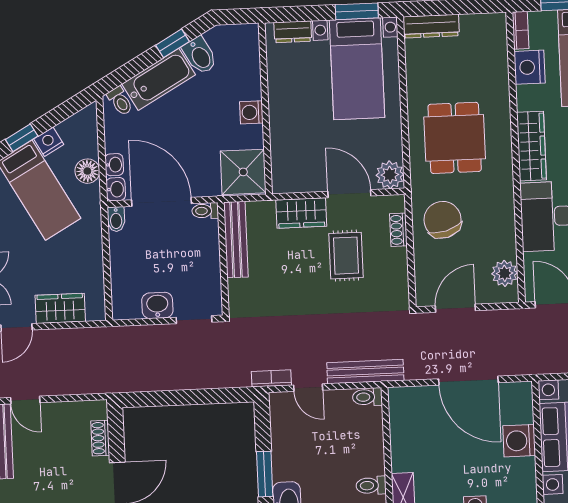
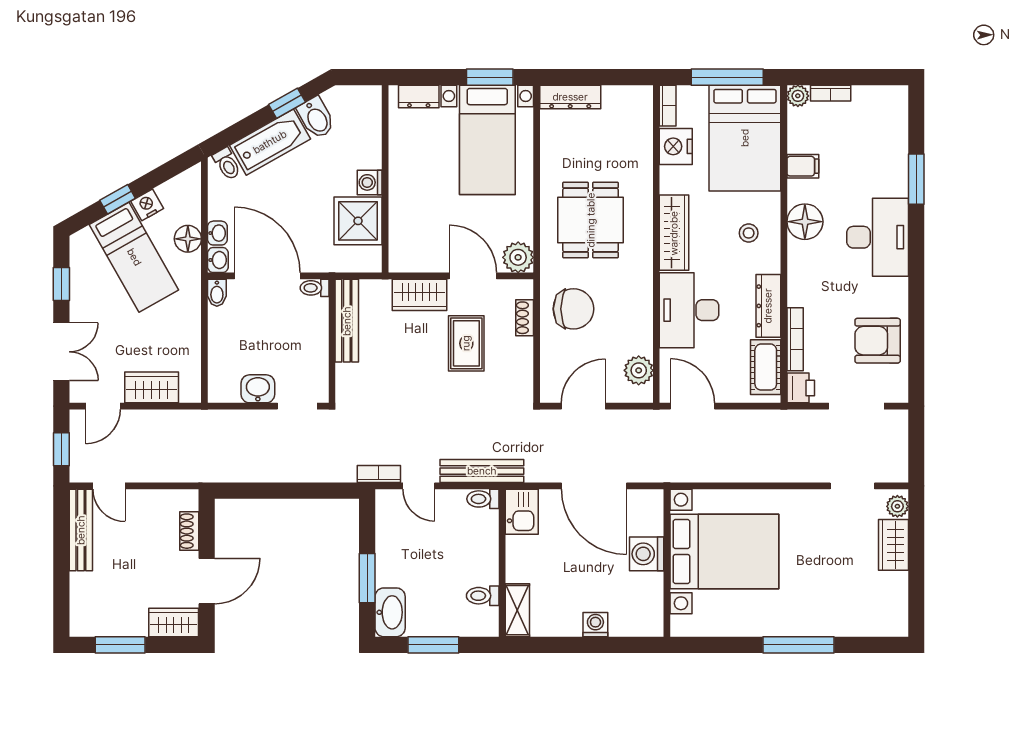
shower: (243, 172) -> (358, 221), moved
chair: (443, 220) -> (573, 309), turned 106
kitchen sink: (403, 407) -> (522, 512), added

